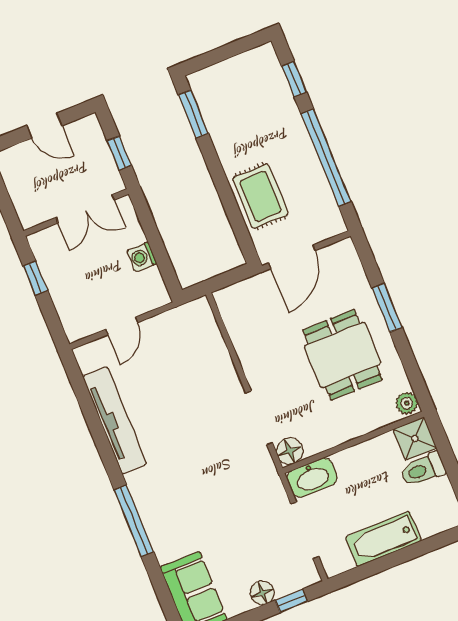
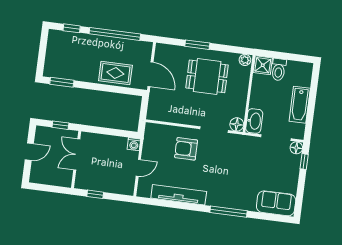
double door: (85, 209) -> (77, 155), swing flipped
washing machine: (142, 257) -> (134, 144), moved
door: (122, 326) -> (138, 168), hinge flipped
armchair: (200, 389) -> (186, 149), added
floor lamp: (262, 593) -> (296, 148), moved

